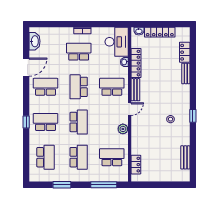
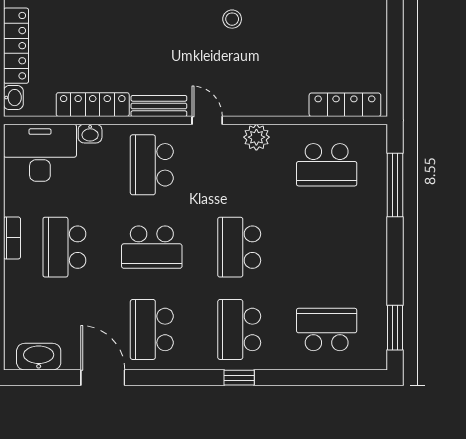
school desk: (79, 122) -> (239, 247), turned -90
school desk: (79, 157) -> (327, 247), removed
school desk: (112, 157) -> (327, 165), turned -90
locker: (136, 165) -> (345, 105), width x1.53
window: (62, 185) -> (395, 328), moved

